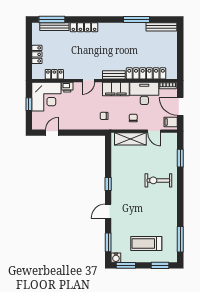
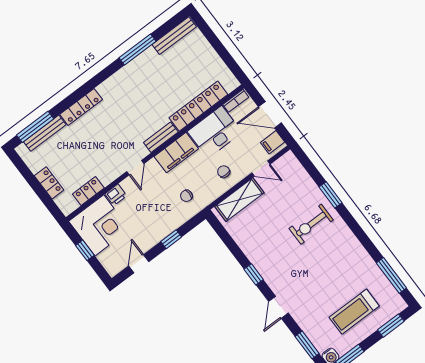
window: (79, 133) -> (171, 239), added
window: (180, 158) -> (331, 195), moved

